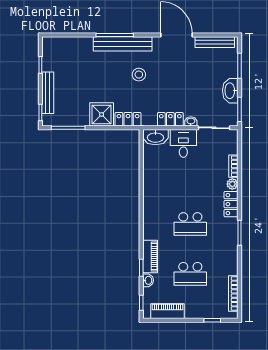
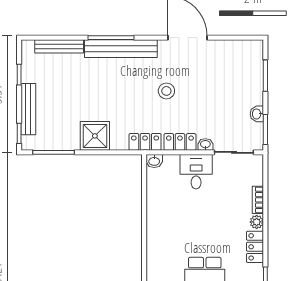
bench: (215, 42) -> (59, 46), moved
stool: (139, 75) -> (166, 91), moved
washbasin: (230, 91) -> (257, 114), width x0.52, depth x0.69
locker: (128, 119) -> (145, 142), moved
washbasin: (155, 137) -> (154, 161), width x0.52, depth x0.69

